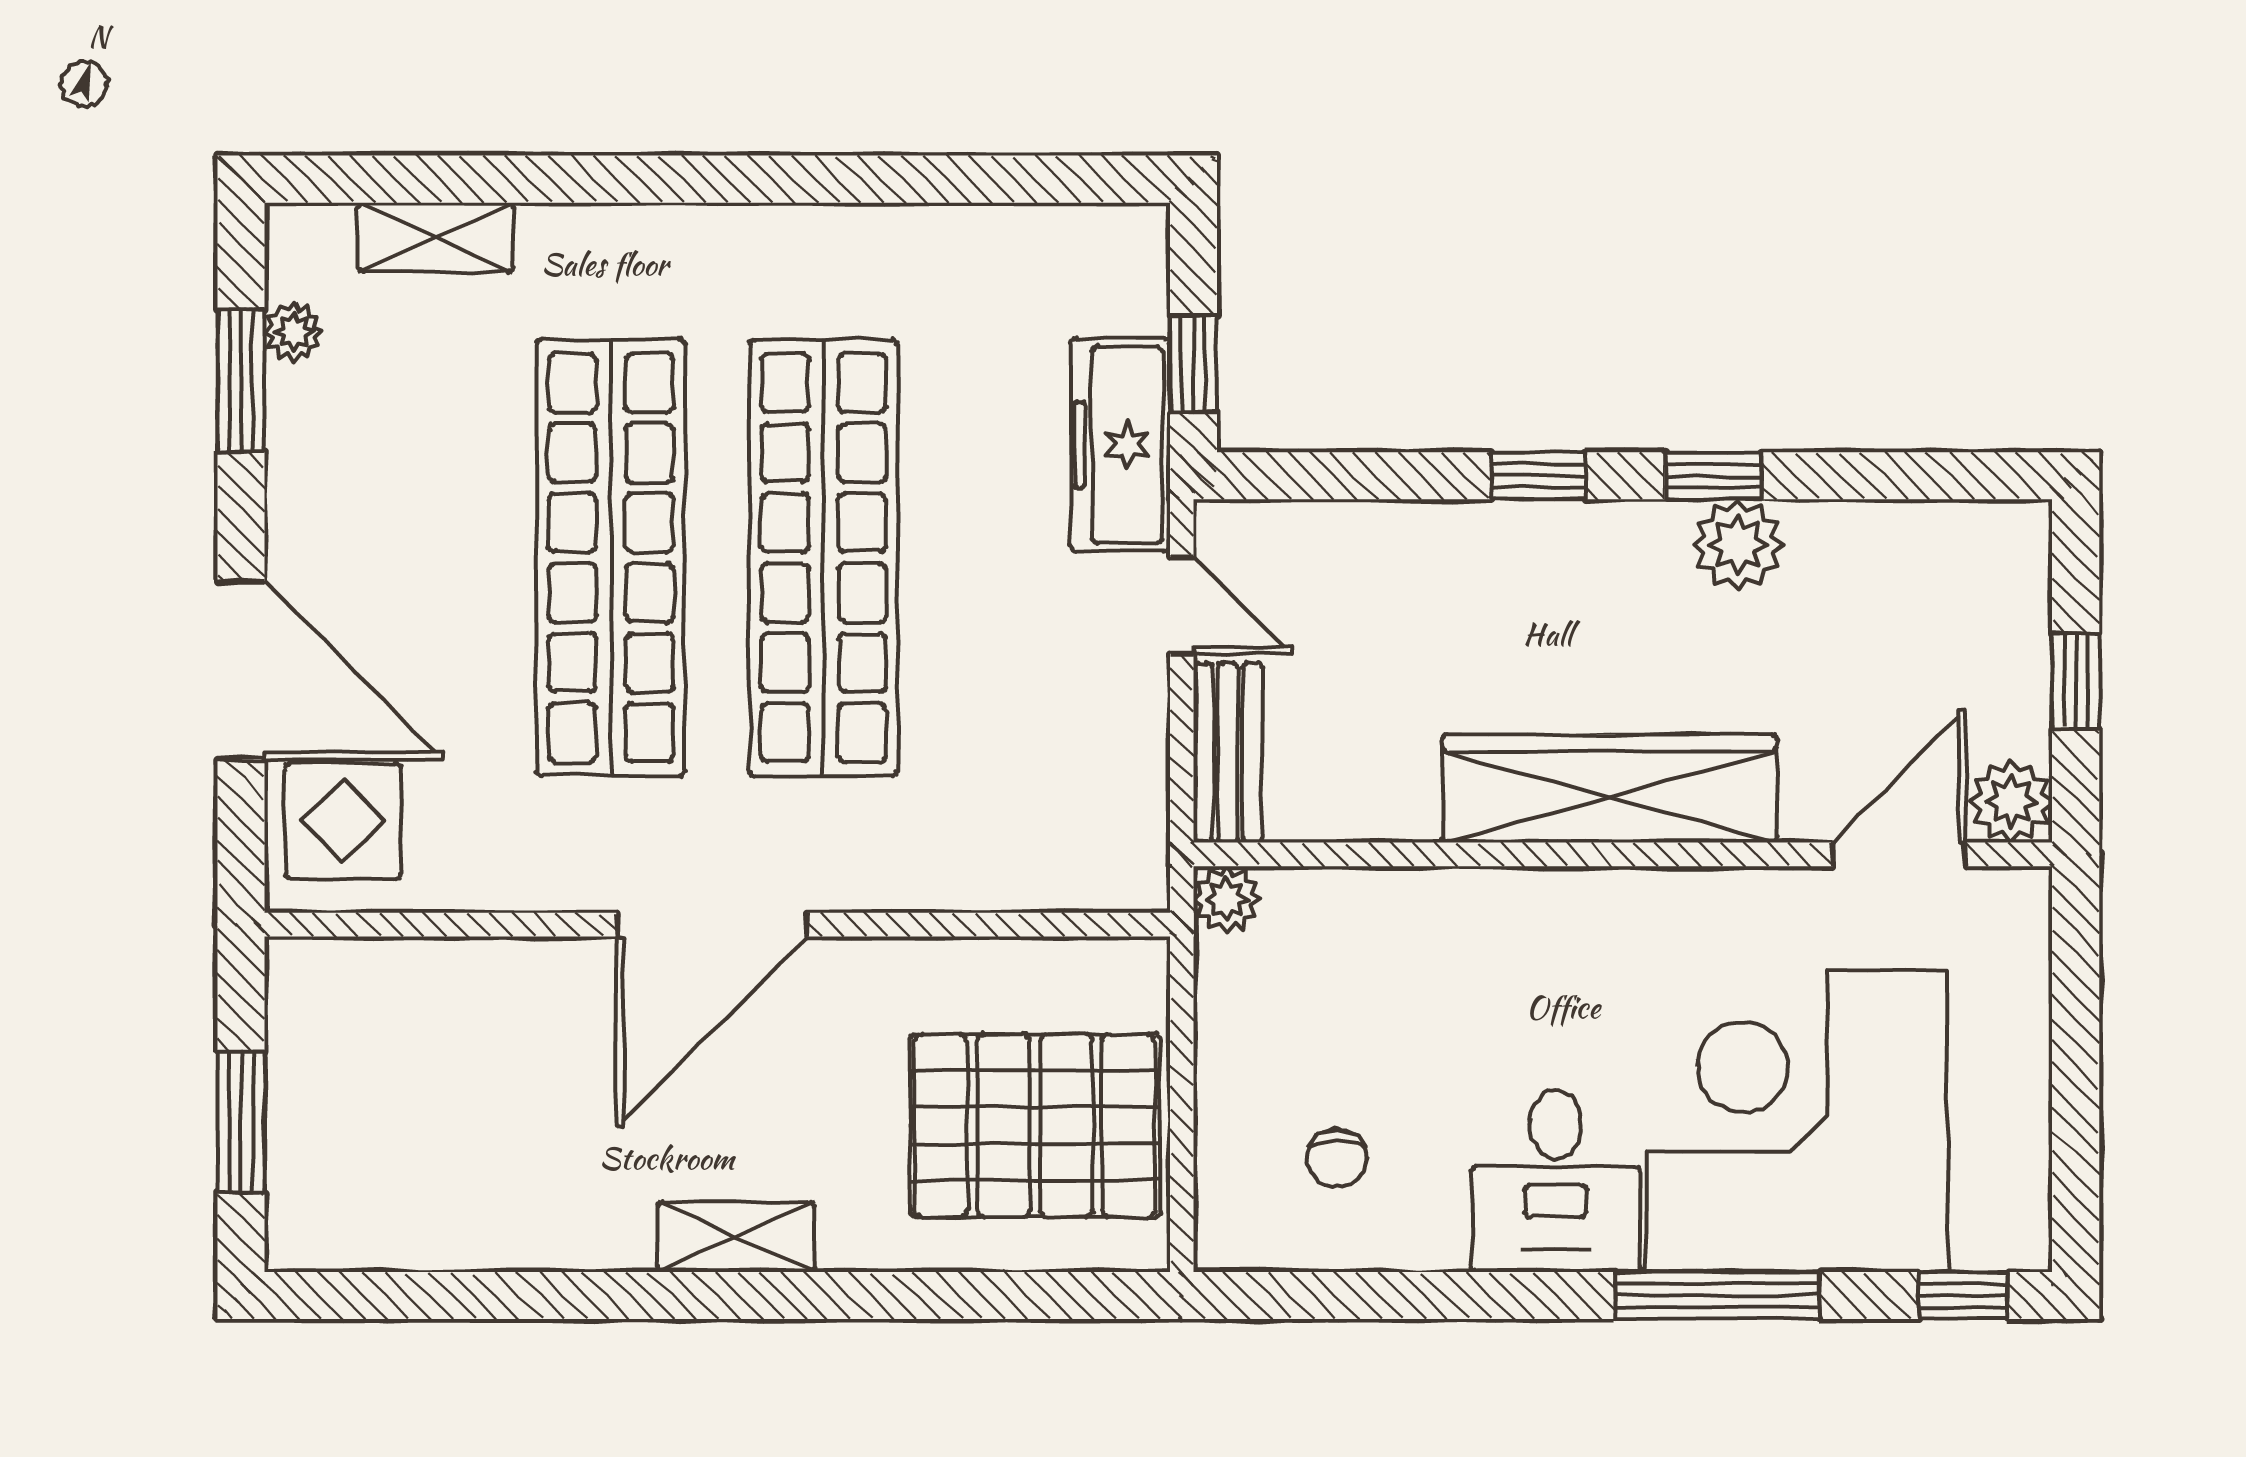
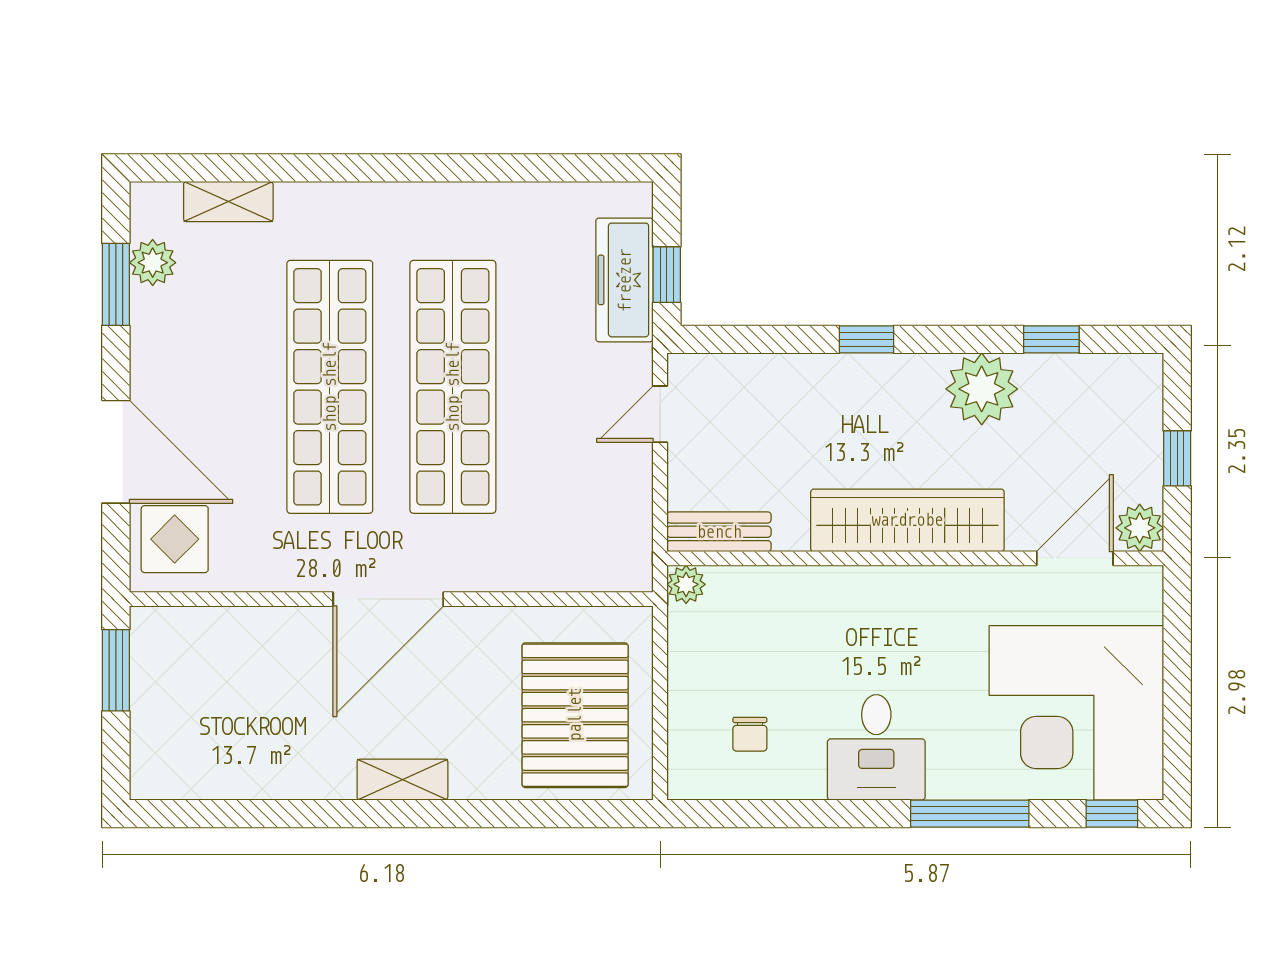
plant: (294, 332) -> (153, 263), width x1.38, depth x1.38
freezer: (1120, 445) -> (625, 280), moved
window: (1713, 476) -> (1051, 339), moved
plant: (1738, 545) -> (982, 389), width x1.36, depth x1.36
door: (1182, 605) -> (660, 414), swing flipped
bench: (1228, 753) -> (719, 532), moved, turned 90
corner desk: (1797, 1121) -> (1076, 713), moved, turned -90
window: (241, 1122) -> (116, 670), moved
pallet: (1035, 1125) -> (575, 715), turned 90

